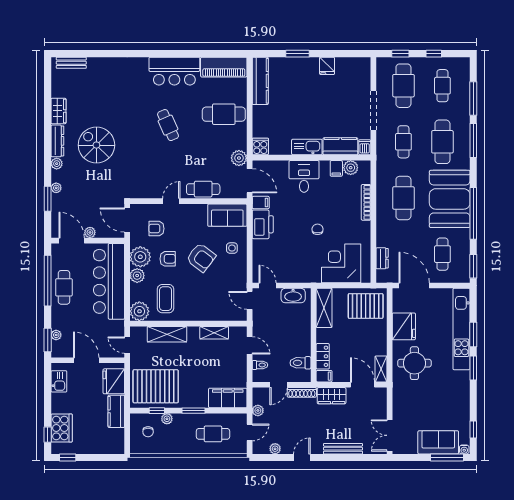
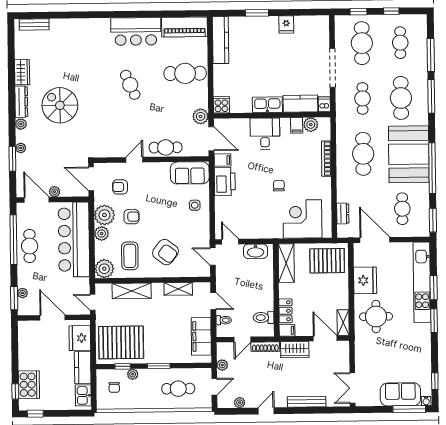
armchair: (201, 257) -> (165, 252), moved
kitchen sink: (59, 381) -> (83, 395), moved, turned 180
filing cabinet: (228, 398) -> (201, 336), moved, turned -90

